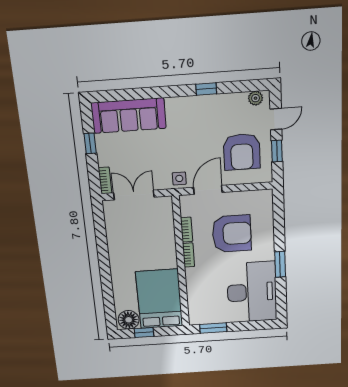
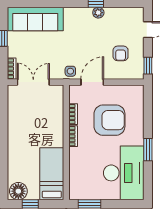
plant: (256, 98) -> (98, 13), moved
window: (277, 151) -> (148, 66), moved
armchair: (242, 152) -> (121, 53), width x0.53, depth x0.53
bed: (159, 299) -> (52, 174), width x0.67

